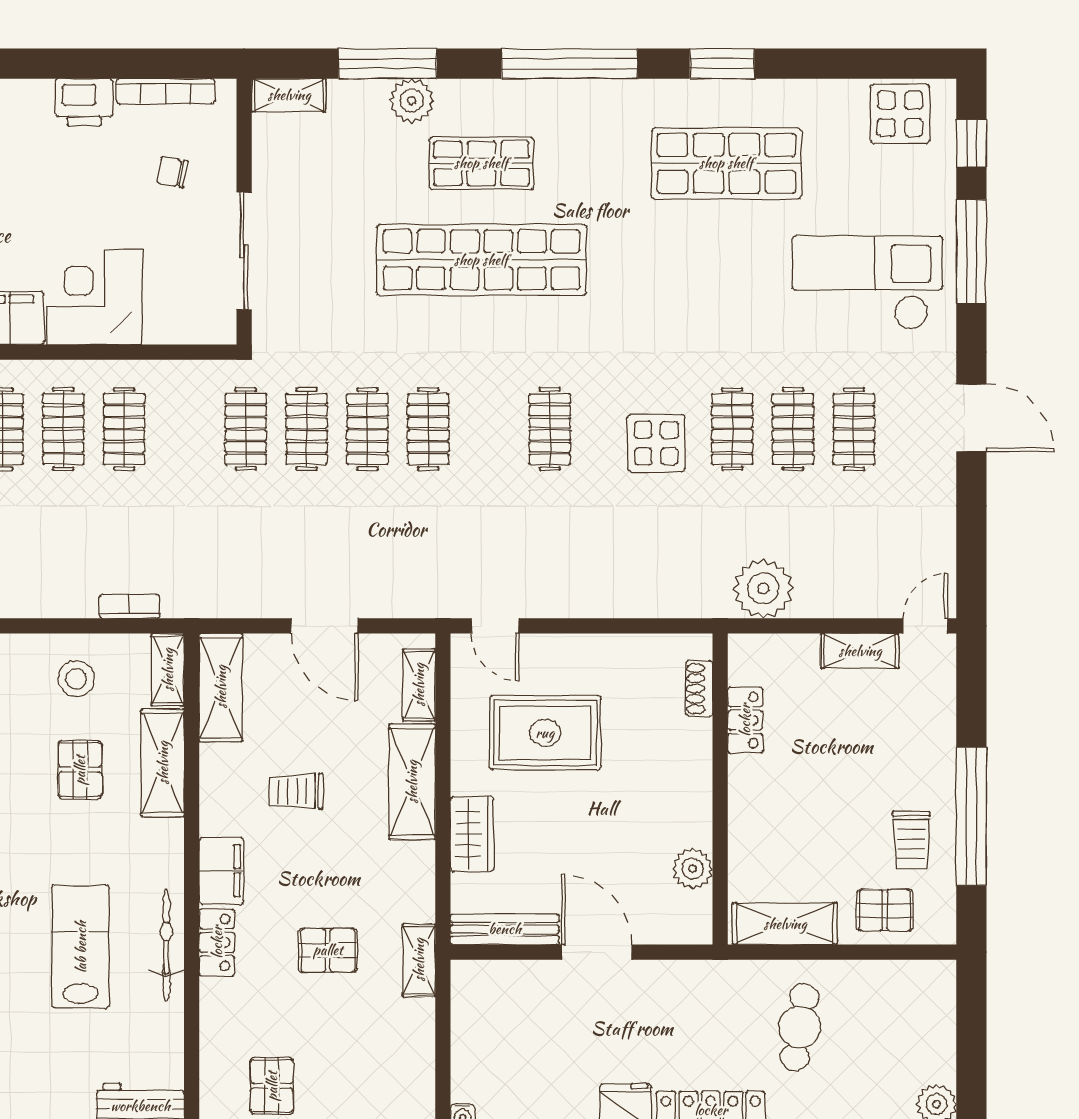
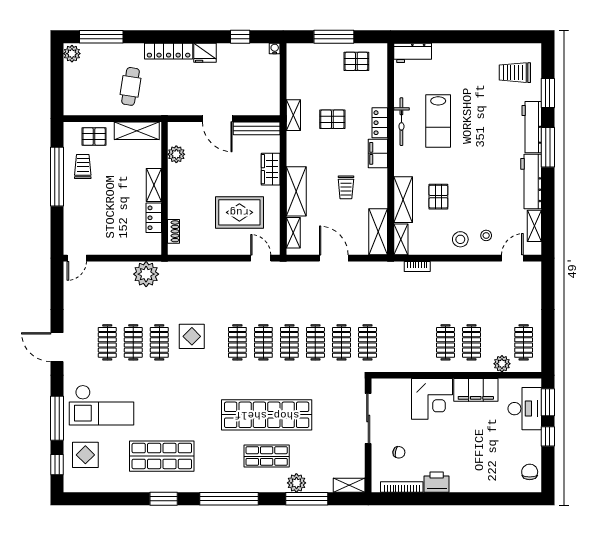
display table: (900, 114) -> (85, 455), moved
clothes rail: (124, 429) -> (263, 342), moved
shelving: (860, 651) -> (154, 185), moved, turned 90
stool: (76, 679) -> (460, 239), moved
trolley: (296, 791) -> (346, 187), turned 90
pallet: (272, 1086) -> (356, 61), turned 90

